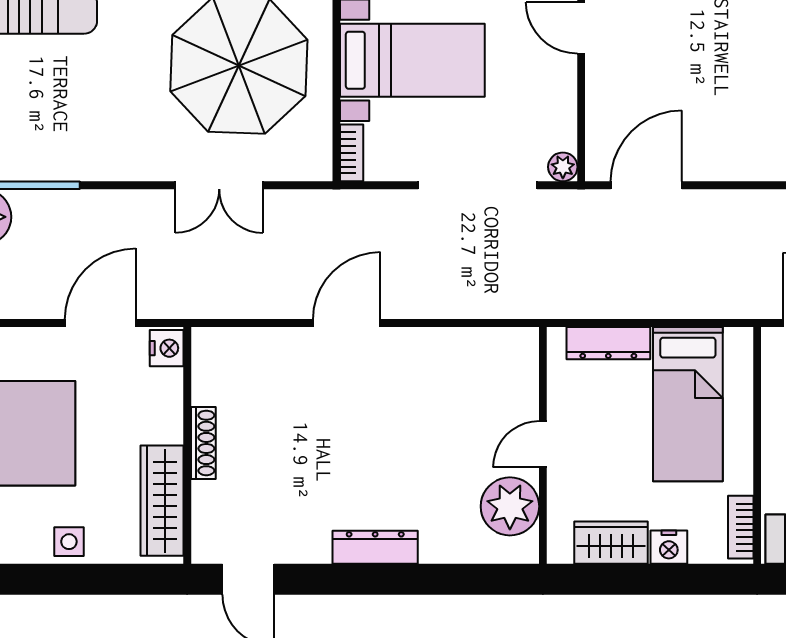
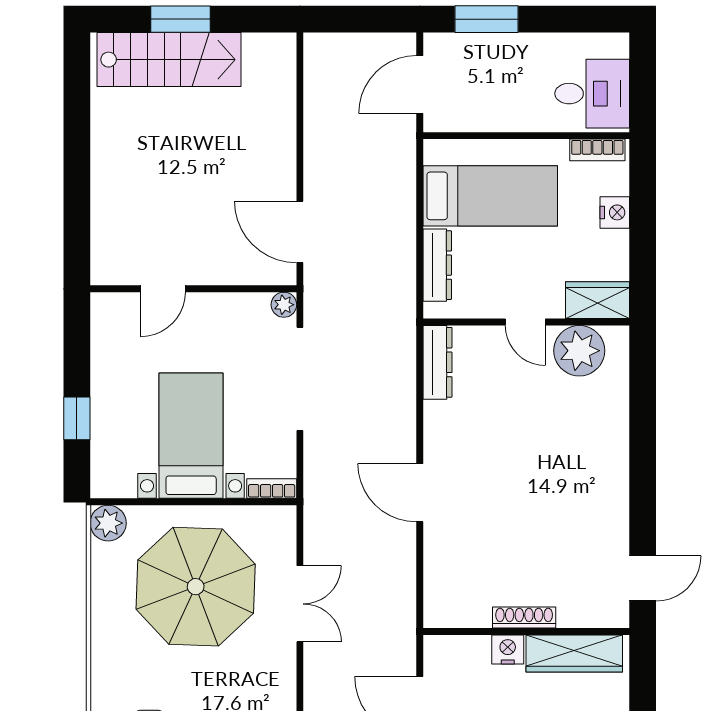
nightstand: (167, 348) -> (508, 649), moved
wardrobe: (611, 543) -> (598, 300), moved, turned 90
dresser: (375, 547) -> (437, 362), moved, turned 180

